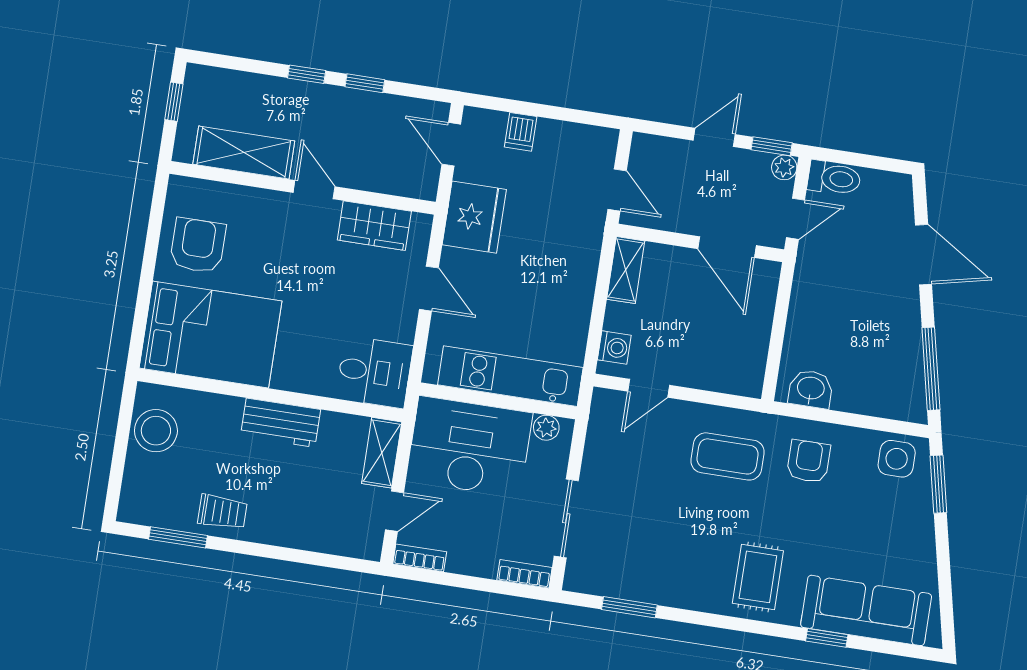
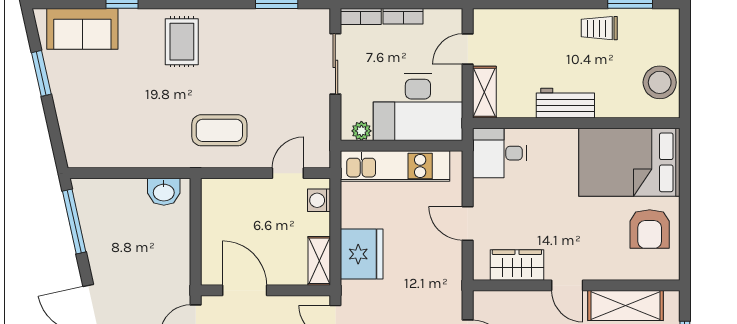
fridge: (474, 217) -> (362, 254), moved, turned 180
side table: (897, 459) -> (90, 149), removed
armchair: (809, 461) -> (157, 136), removed
window: (938, 484) -> (41, 73), moved
bookcase: (420, 558) -> (403, 16), moved
sofa: (866, 610) -> (82, 29), width x0.73

